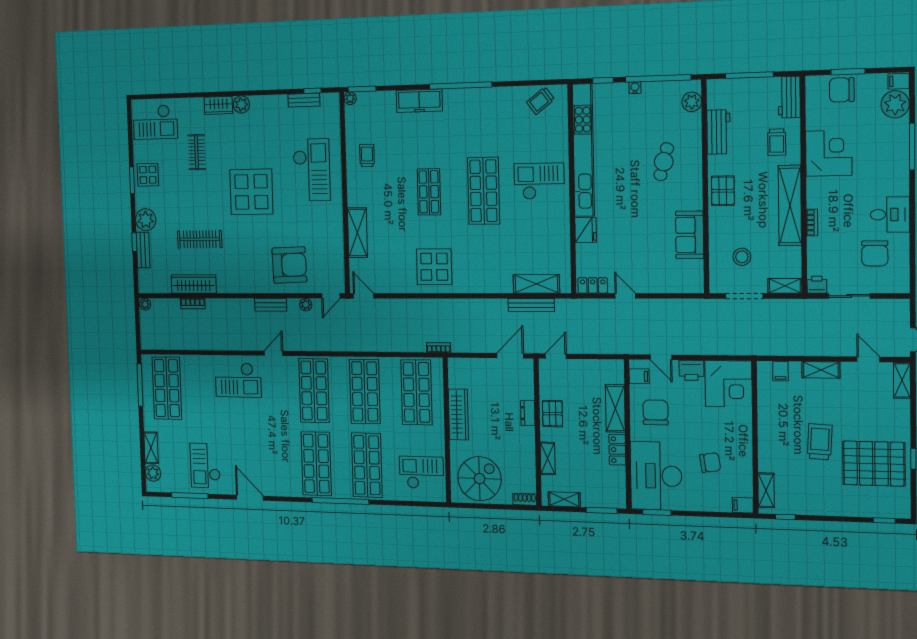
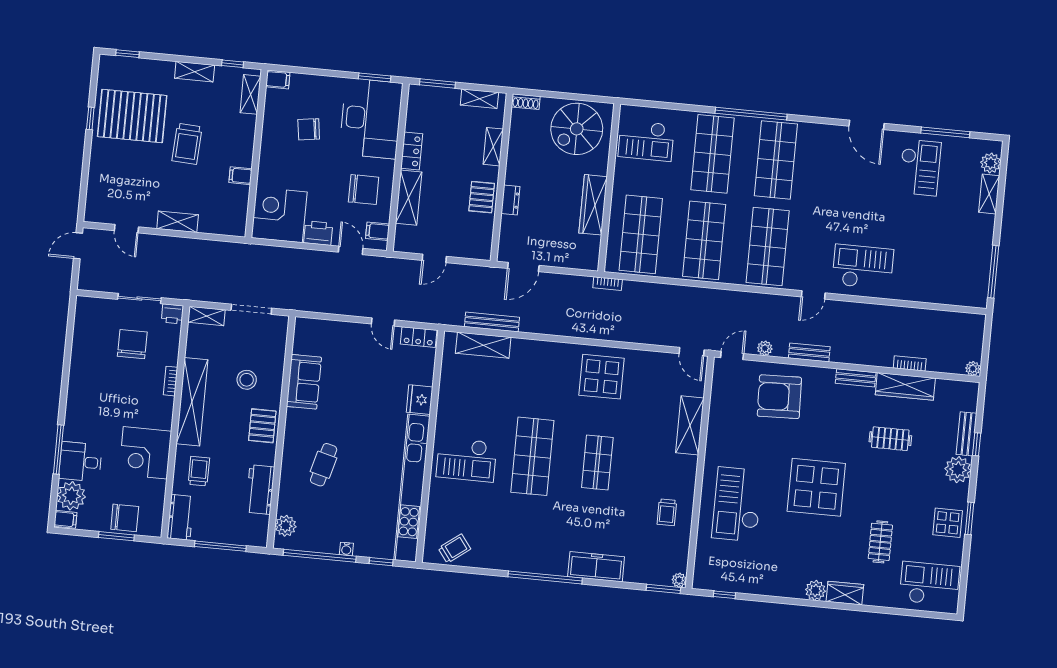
bench: (304, 100) -> (856, 378), moved
desk: (890, 215) -> (80, 462), moved
clothes rail: (200, 239) -> (890, 439), width x0.73
chair: (875, 253) -> (132, 344), moved
stool: (742, 257) -> (247, 380), moved
door: (556, 356) -> (434, 258), moved
filing cabinet: (780, 371) -> (241, 176), moved, turned -90
shelving: (902, 380) -> (195, 72), moved, turned 90
shop shelf: (167, 388) -> (958, 265), removed
chair: (656, 412) -> (364, 190), turned -90

